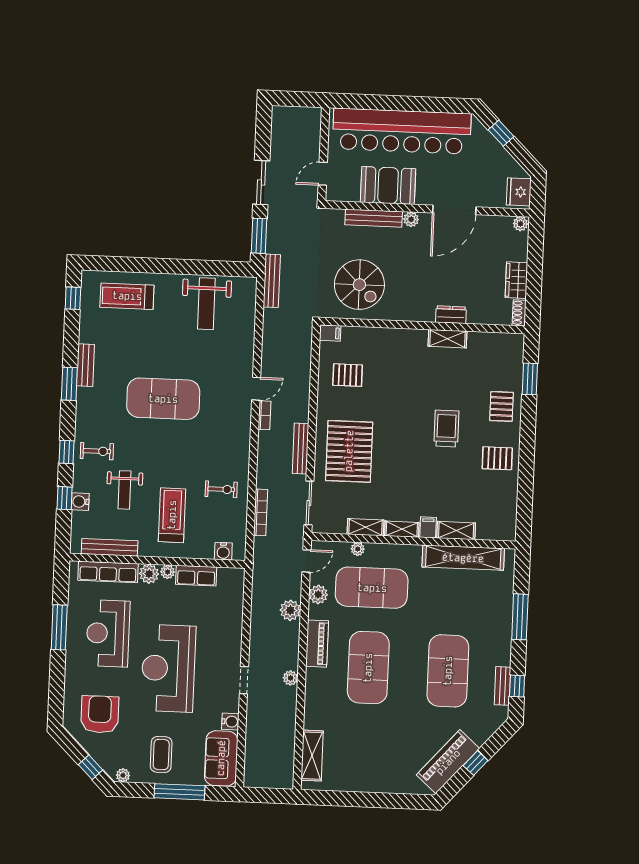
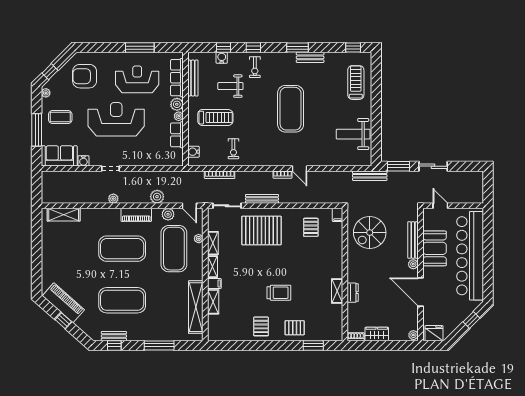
armchair: (100, 714) -> (85, 76), turned 180

